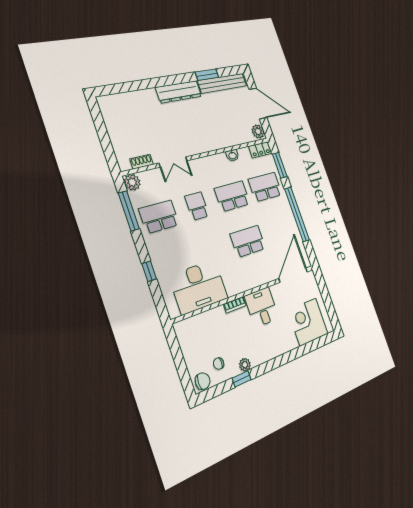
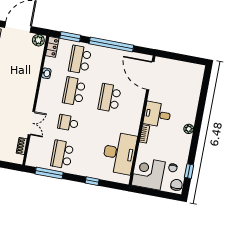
plant: (132, 182) -> (32, 160), removed
corner desk: (308, 322) -> (148, 173), moved, turned 90
plant: (245, 365) -> (189, 129), moved
window: (242, 379) -> (189, 171), moved

